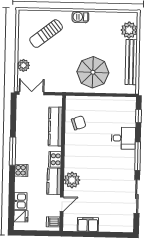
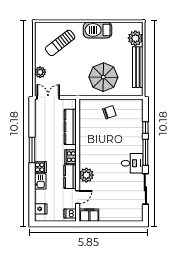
barbecue: (80, 17) -> (98, 30), width x1.88, depth x1.53
window: (138, 116) -> (145, 128), moved
chair: (79, 123) -> (109, 112), moved
desk: (123, 138) -> (132, 163), moved
kitchen sink: (21, 201) -> (40, 181), moved
filing cabinet: (88, 224) -> (89, 215), moved

